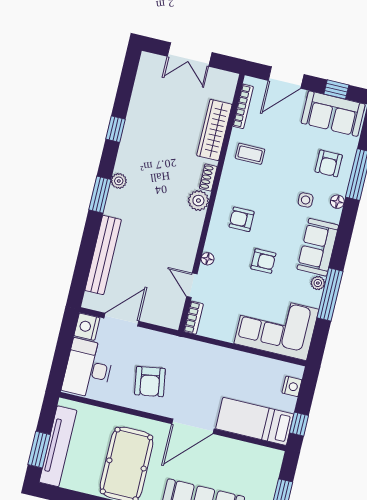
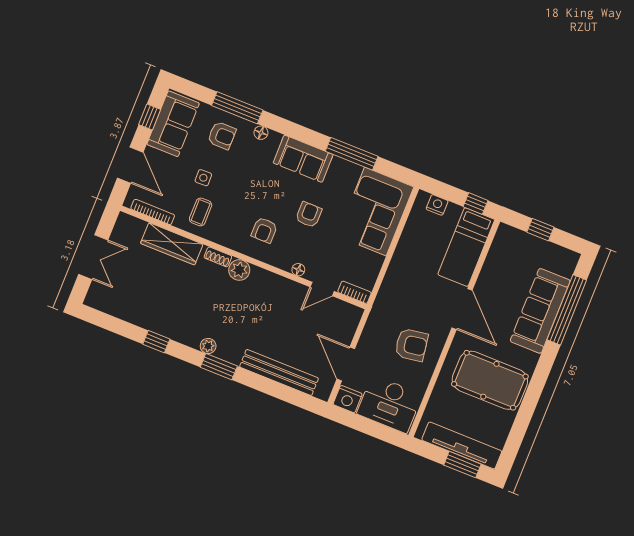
side table: (306, 200) -> (203, 178), moved
plant: (318, 283) -> (339, 164), removed

